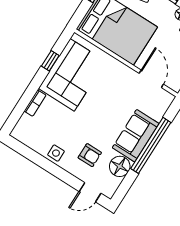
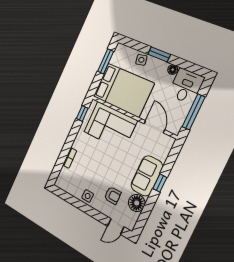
window: (50, 61) -> (82, 113), moved
corner sofa: (72, 75) -> (110, 126), moved, turned 90
window: (151, 145) -> (160, 183), width x0.32

